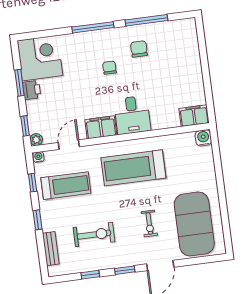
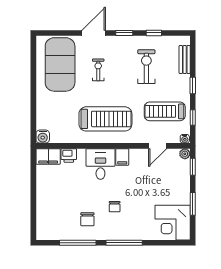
printer: (32, 90) -> (69, 155), moved, turned -90
filing cabinet: (101, 127) -> (122, 157), width x0.50
exercise bike: (94, 235) -> (146, 67), turned 90

